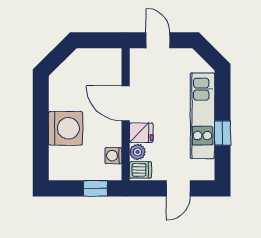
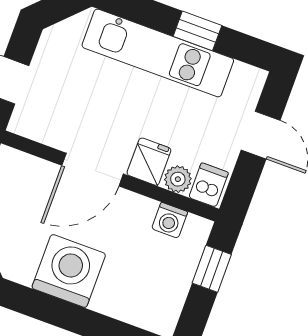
washing machine: (66, 128) -> (69, 271), moved

